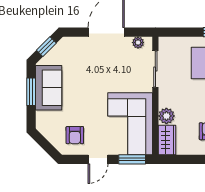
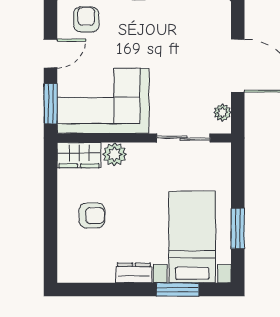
armchair: (75, 135) -> (86, 19), turned 90
door: (98, 159) -> (51, 54), swing flipped

